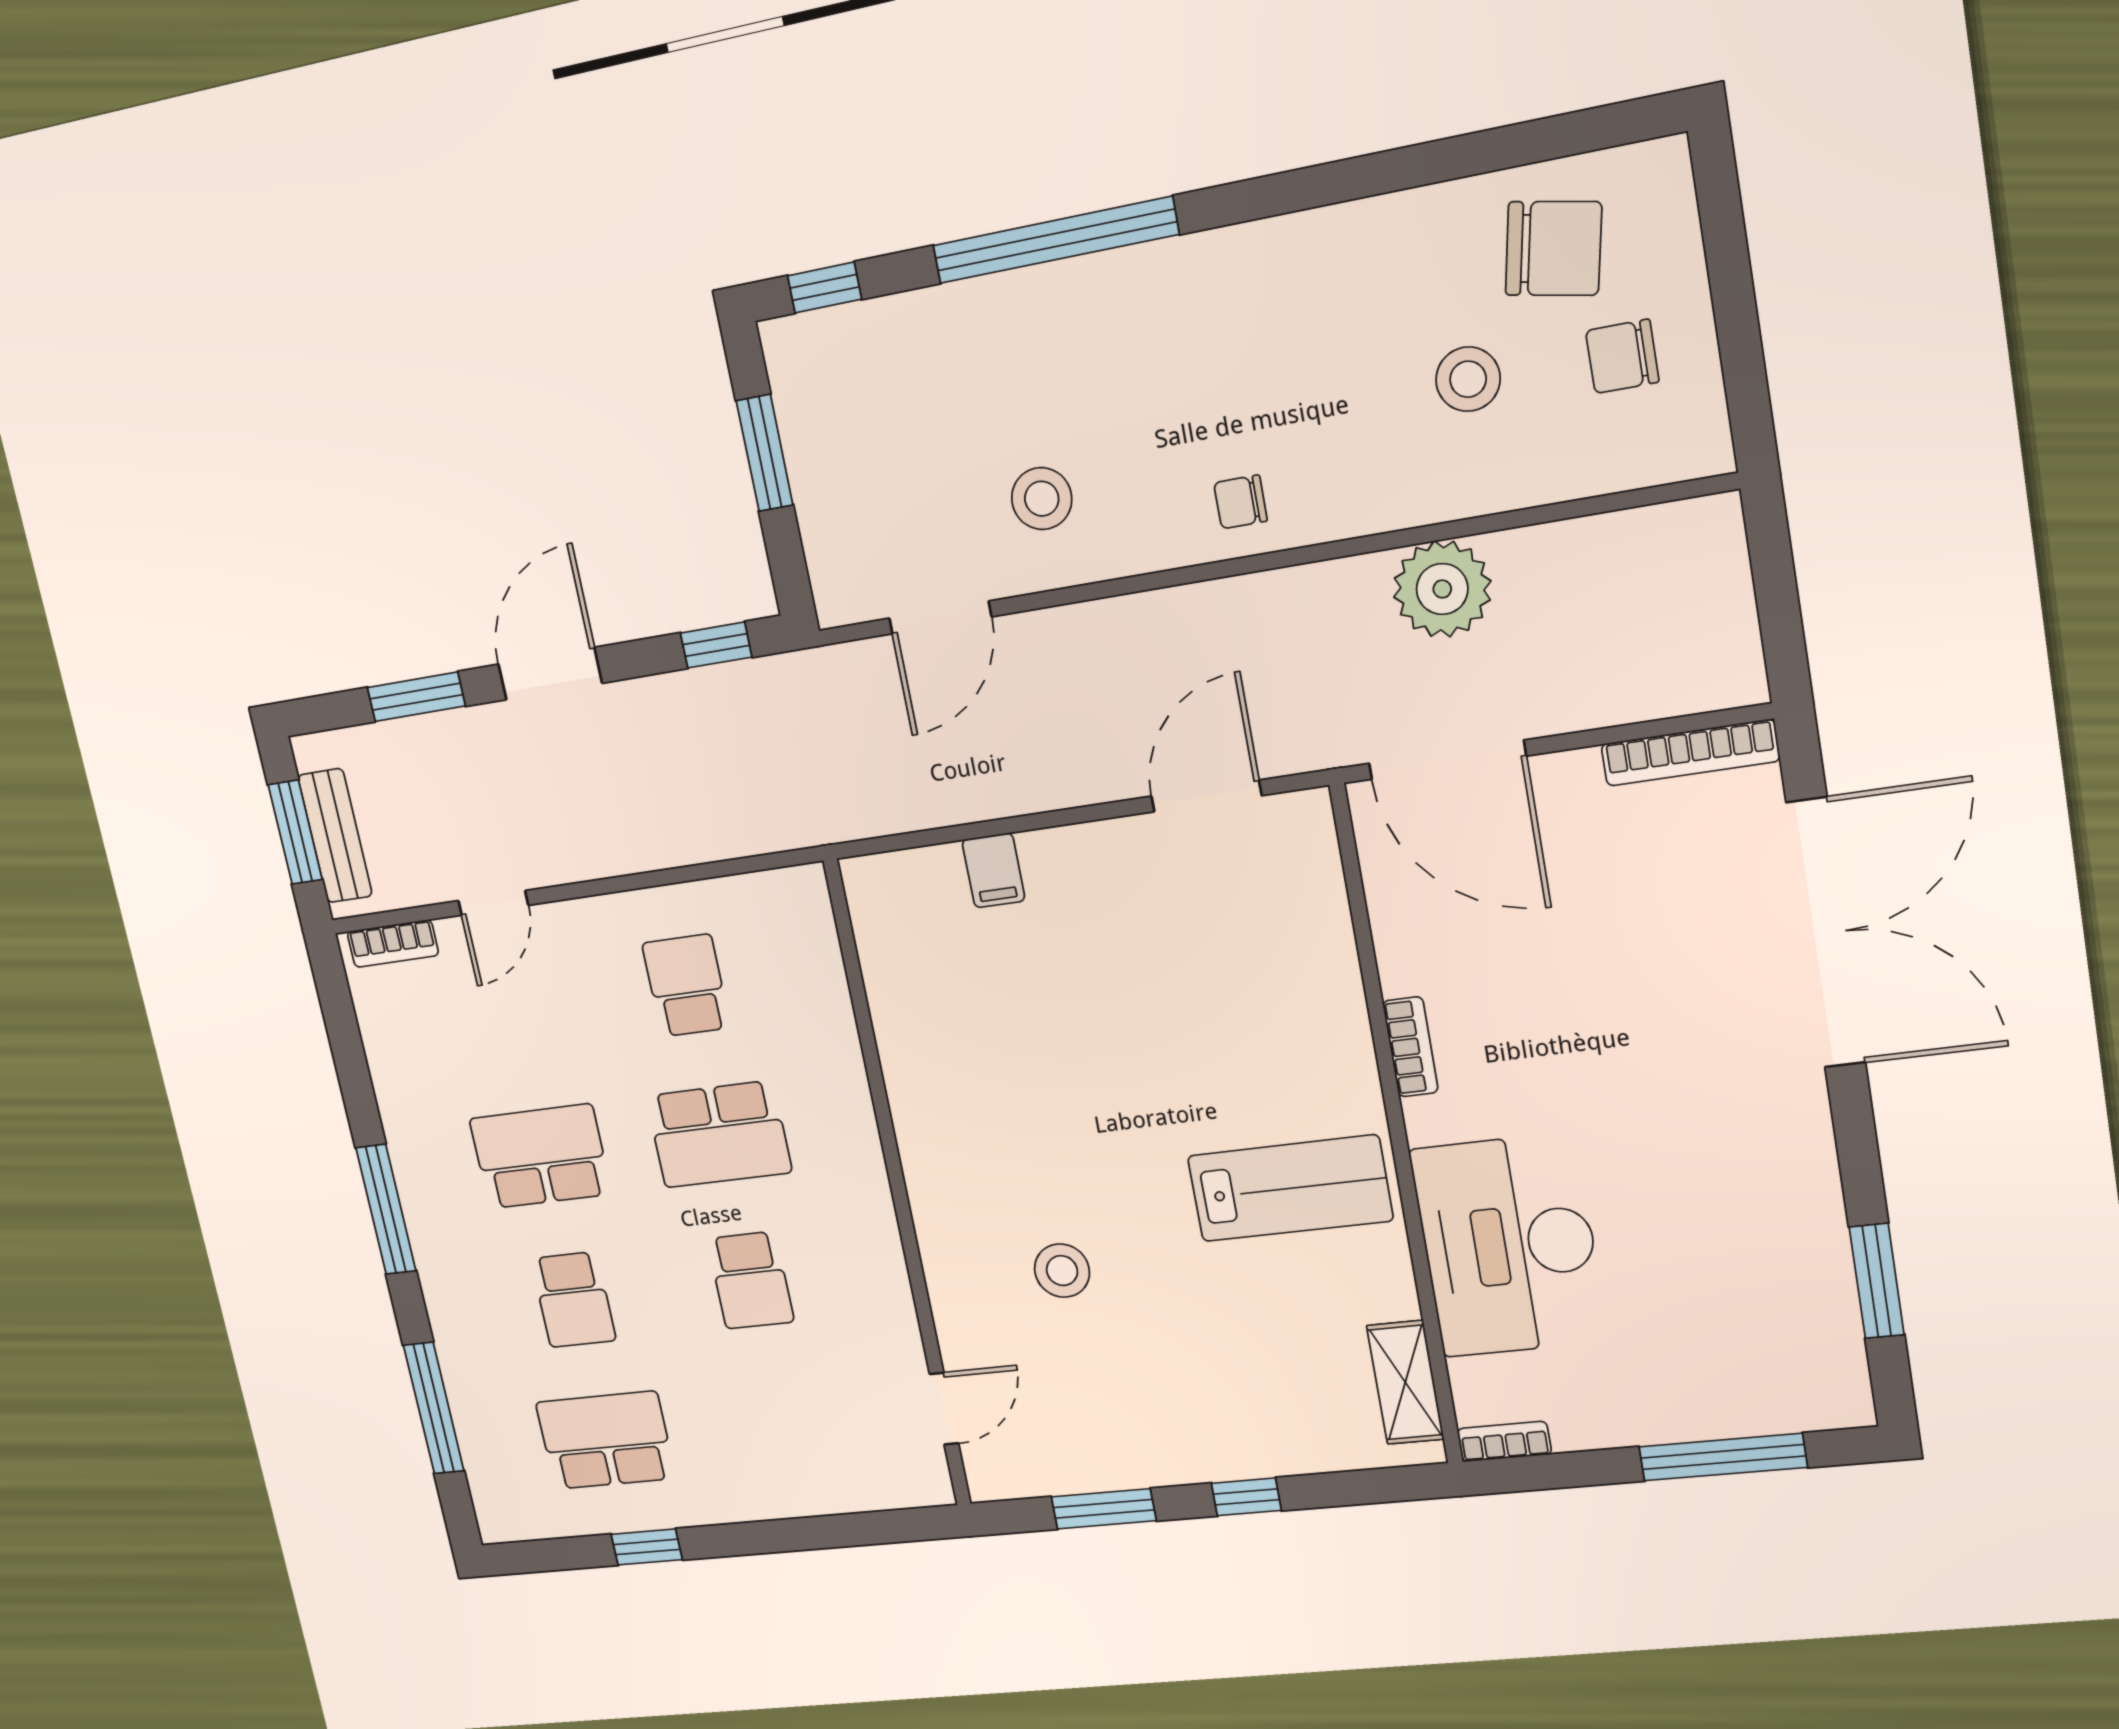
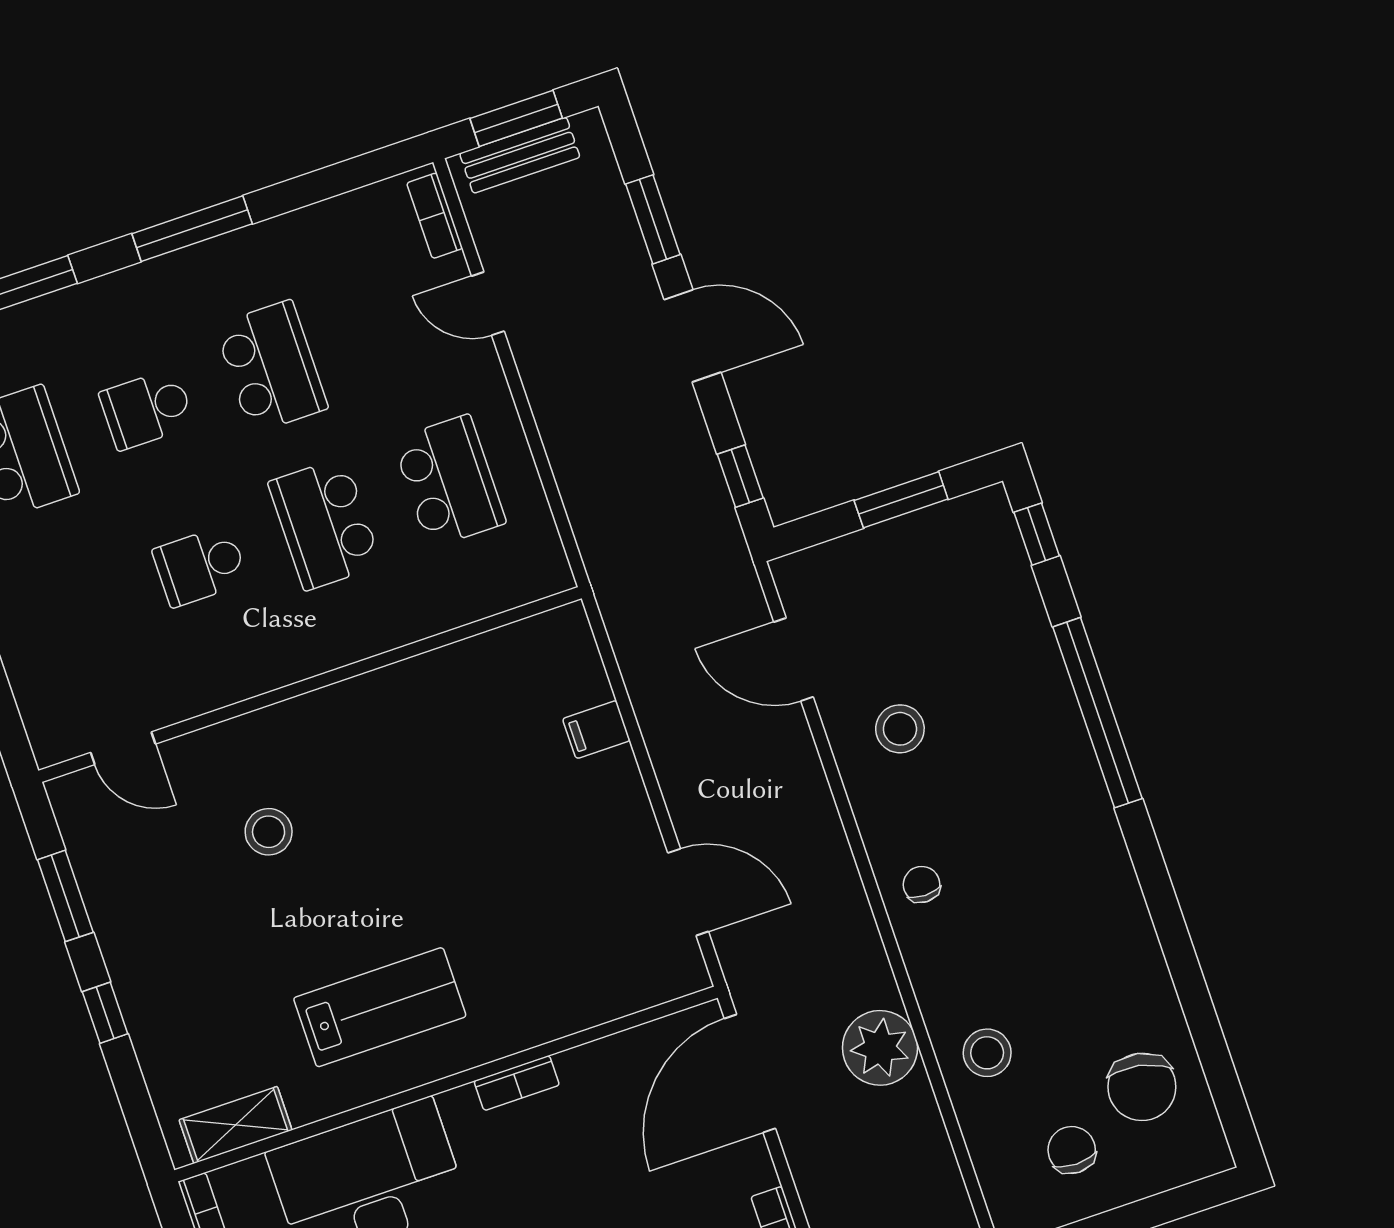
stool: (1468, 379) -> (987, 1053), moved
school desk: (686, 985) -> (449, 481), width x1.85
lab bench: (1290, 1188) -> (380, 1007), turned -90

